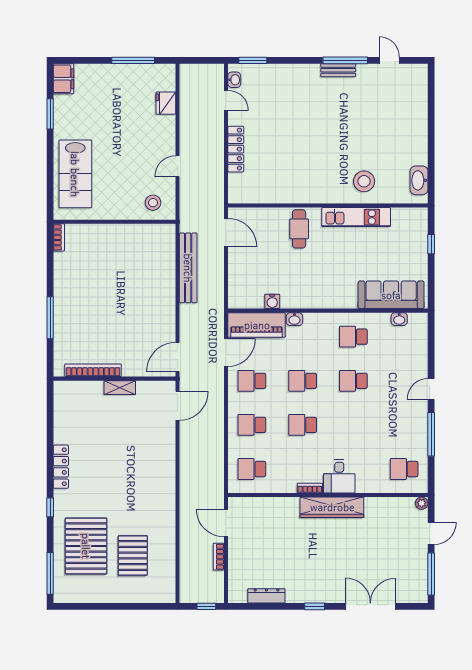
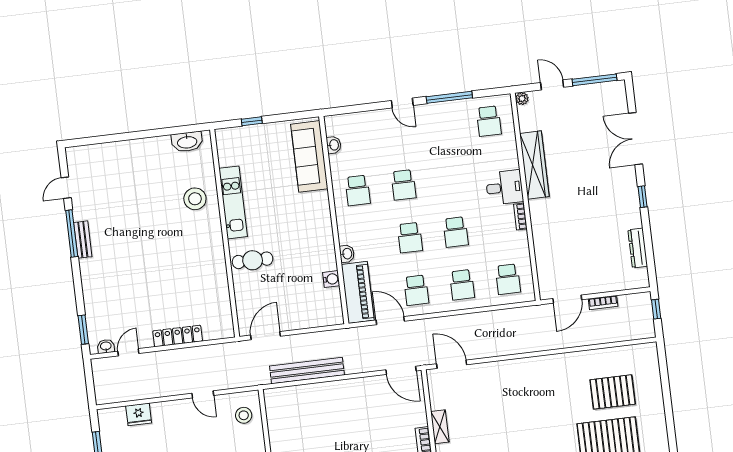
wardrobe: (332, 507) -> (534, 165), moved

